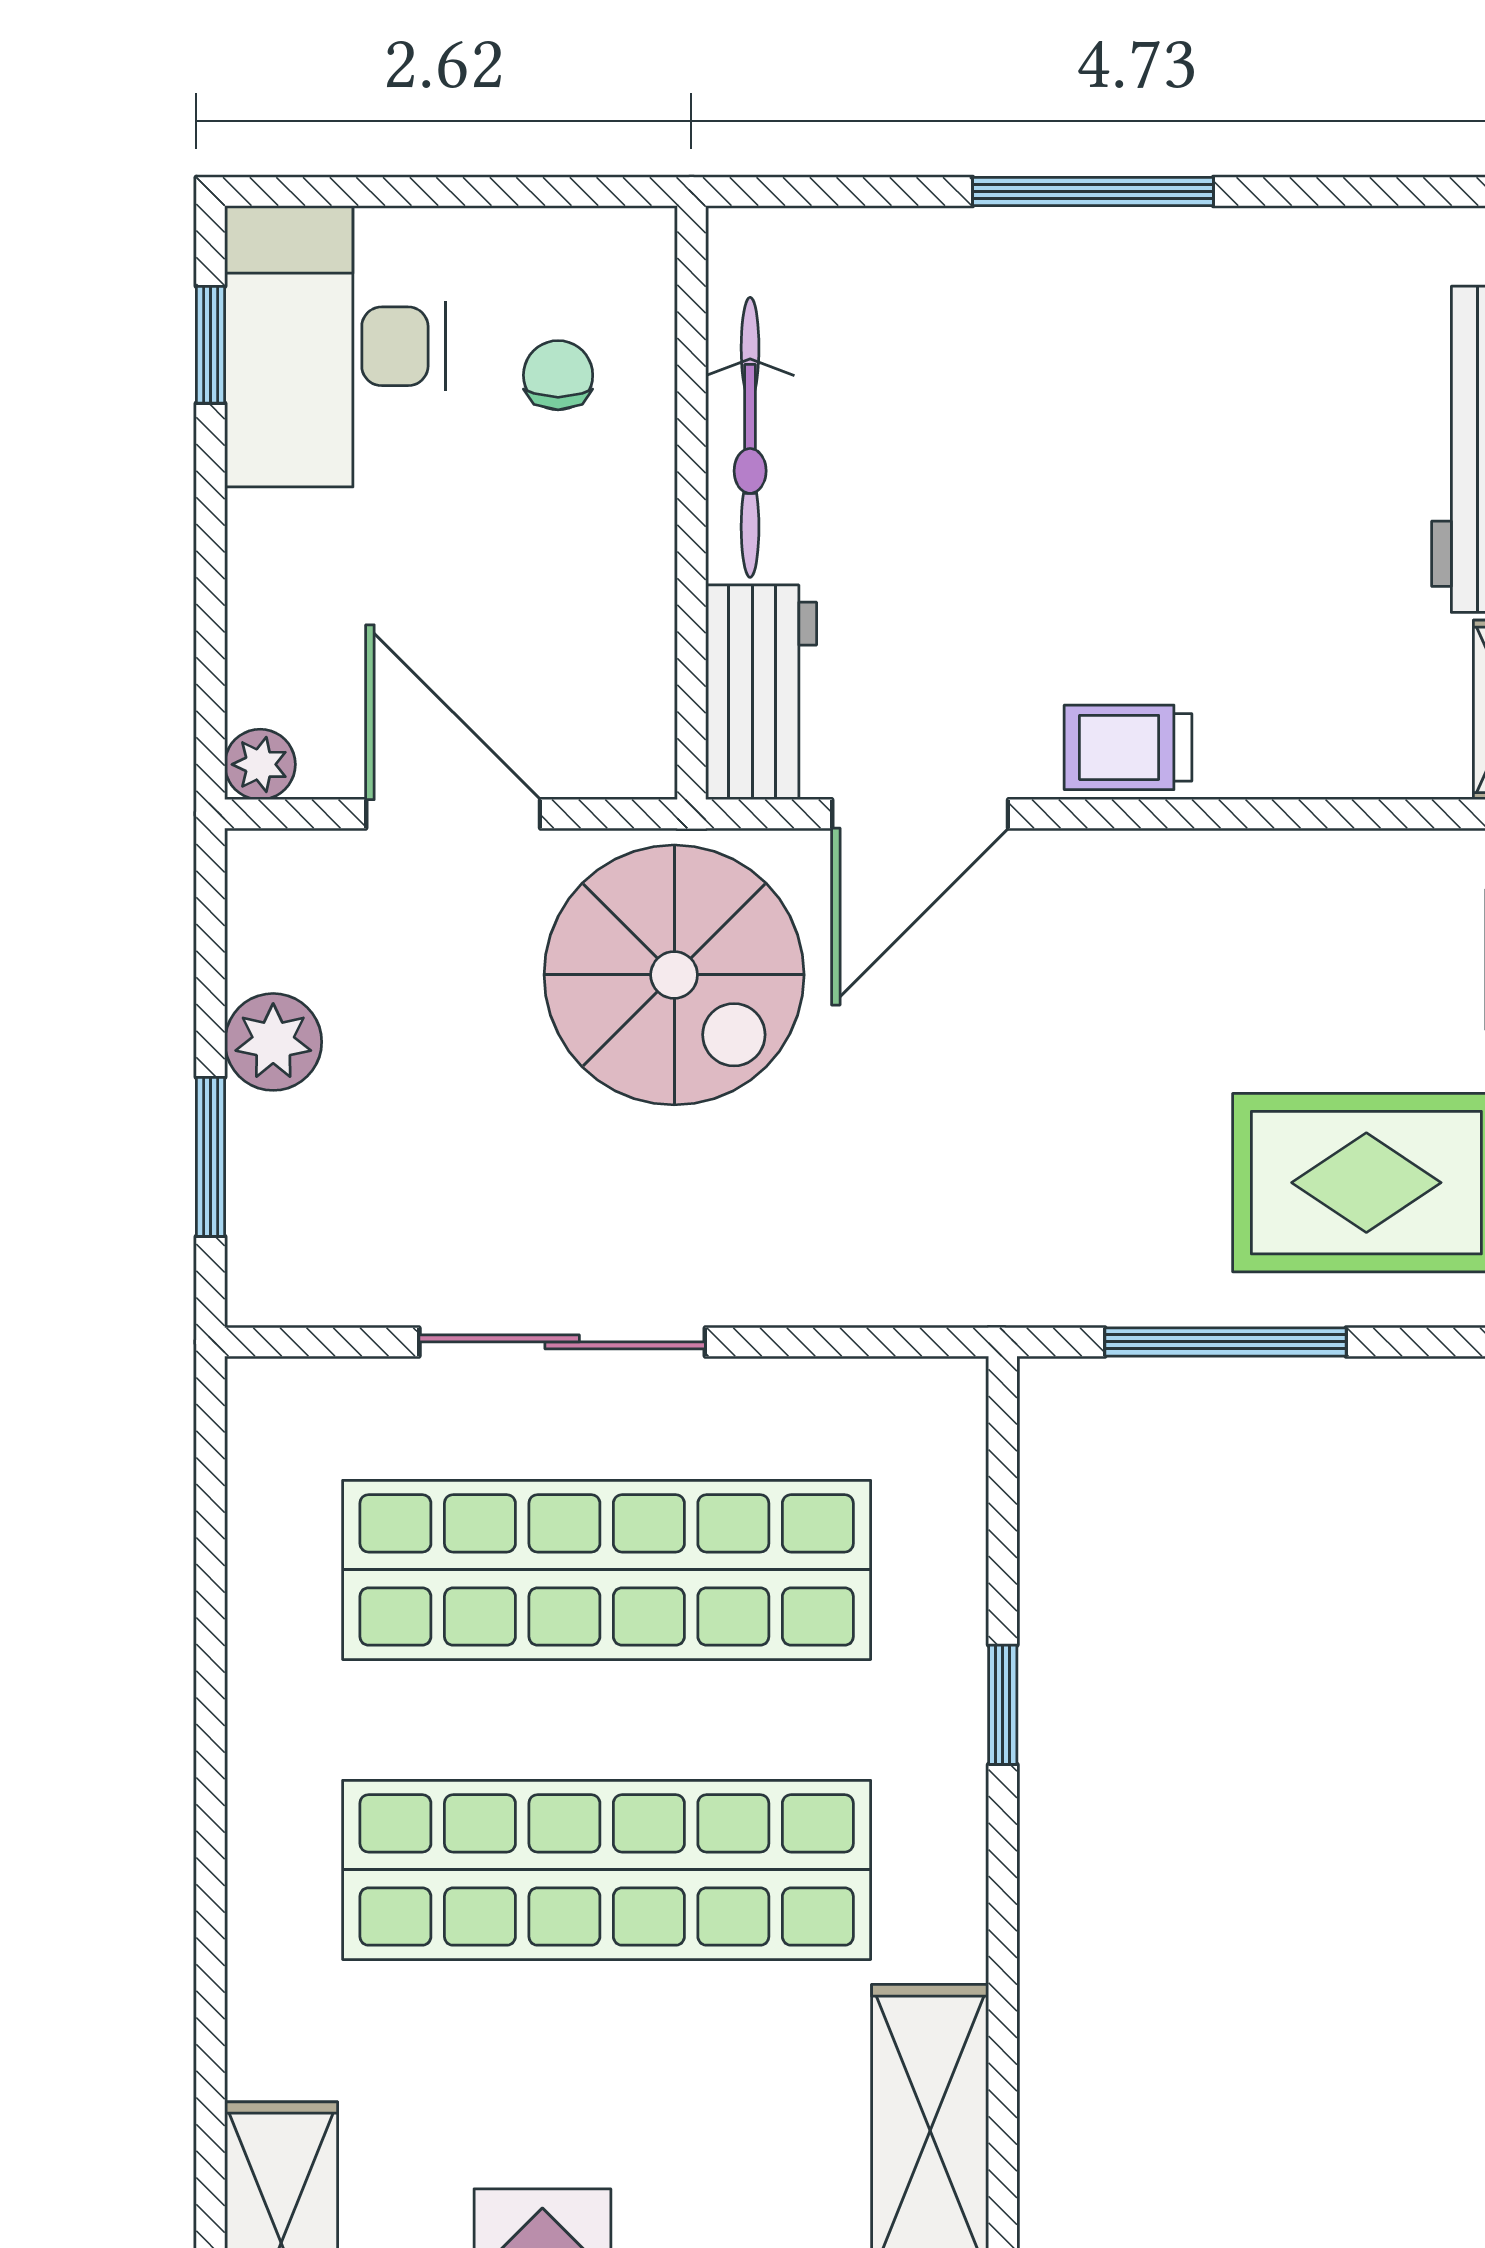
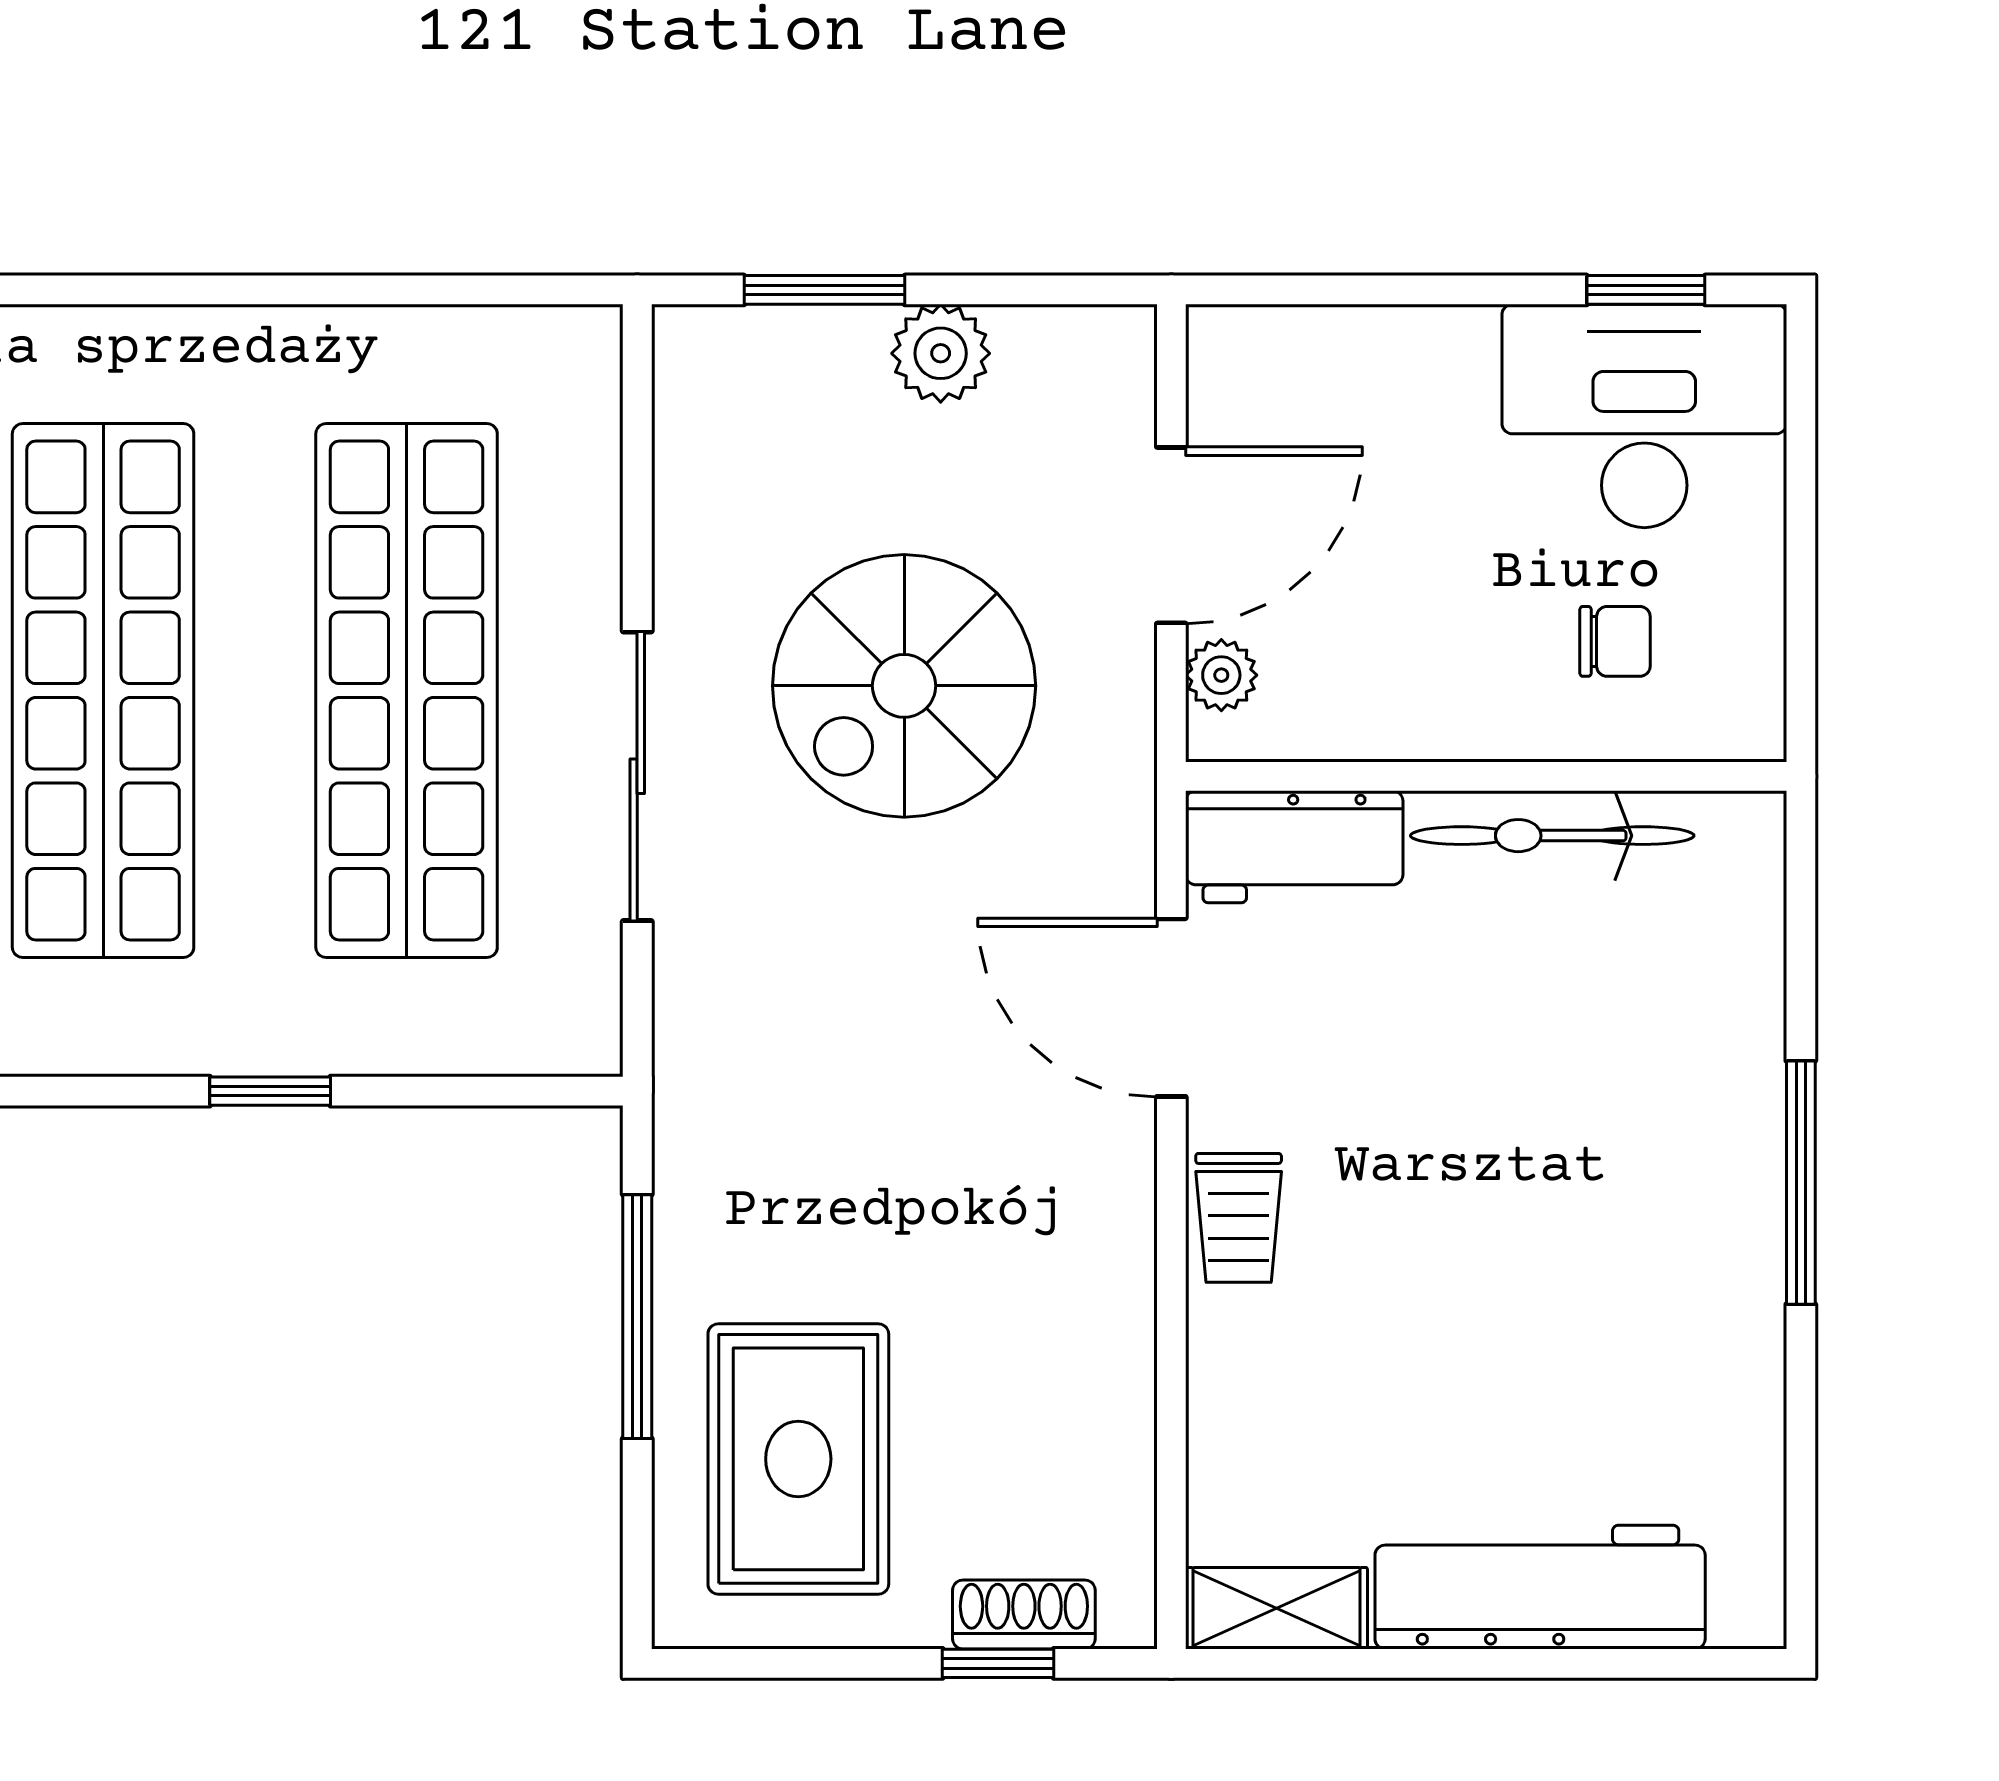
trolley: (1128, 747) -> (1239, 1218), turned 180
plant: (260, 764) -> (1221, 675), moved
spiral stairs: (674, 975) -> (904, 686), moved
sliding door: (562, 1342) -> (637, 776), moved

